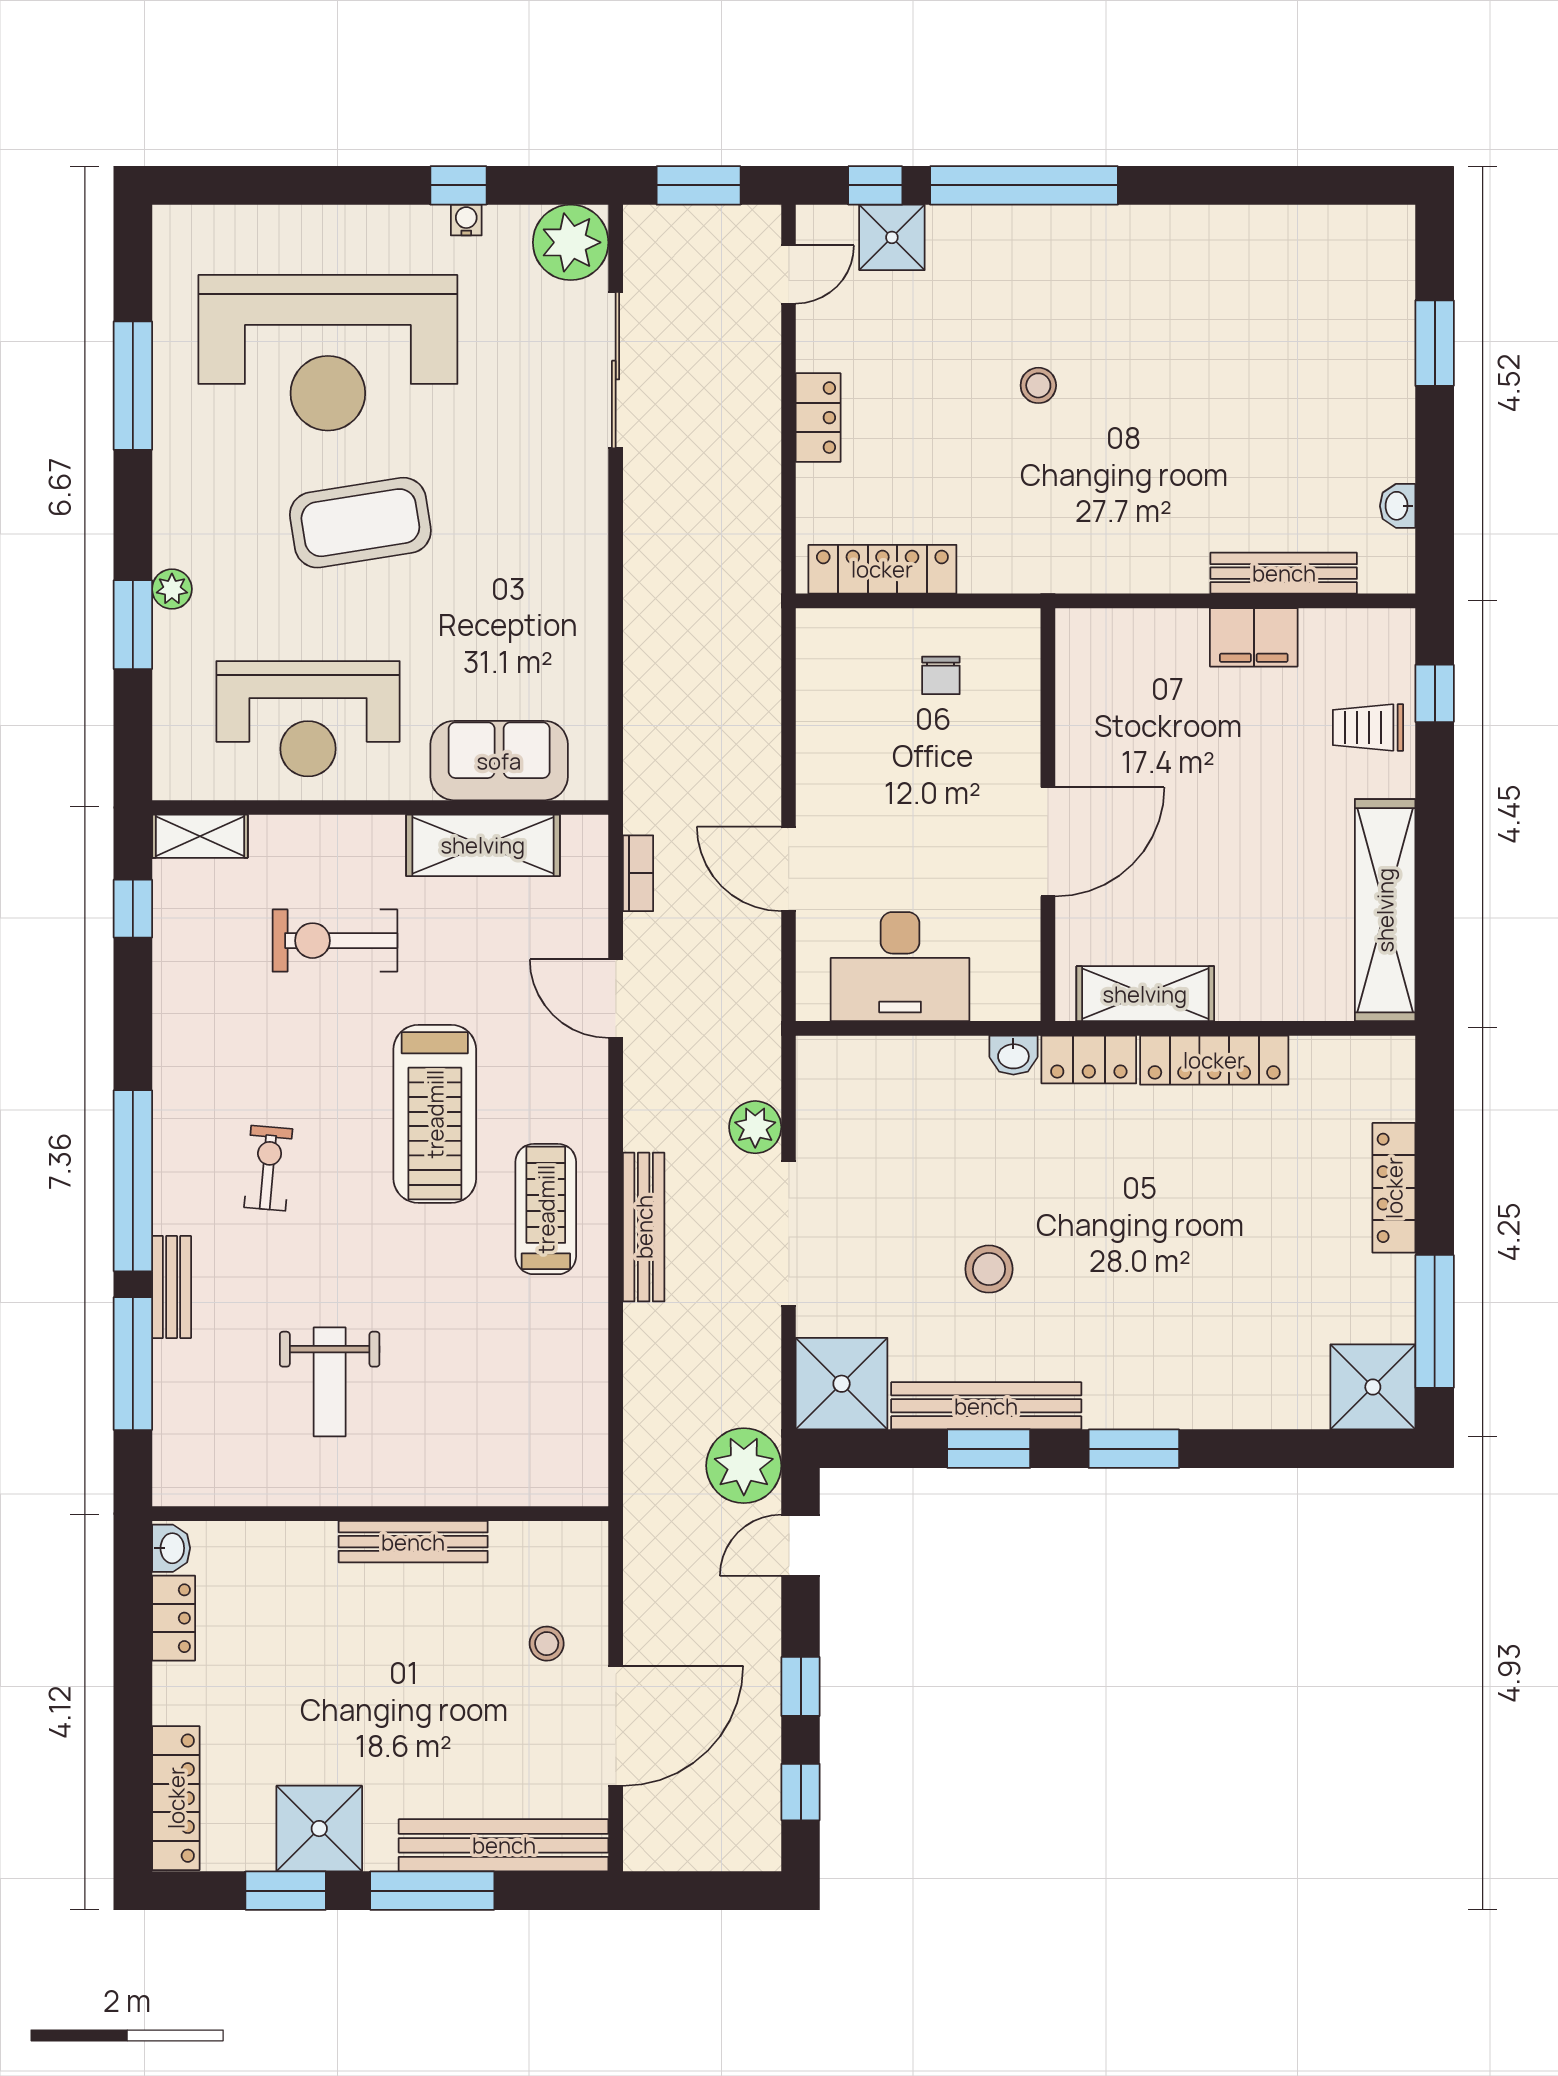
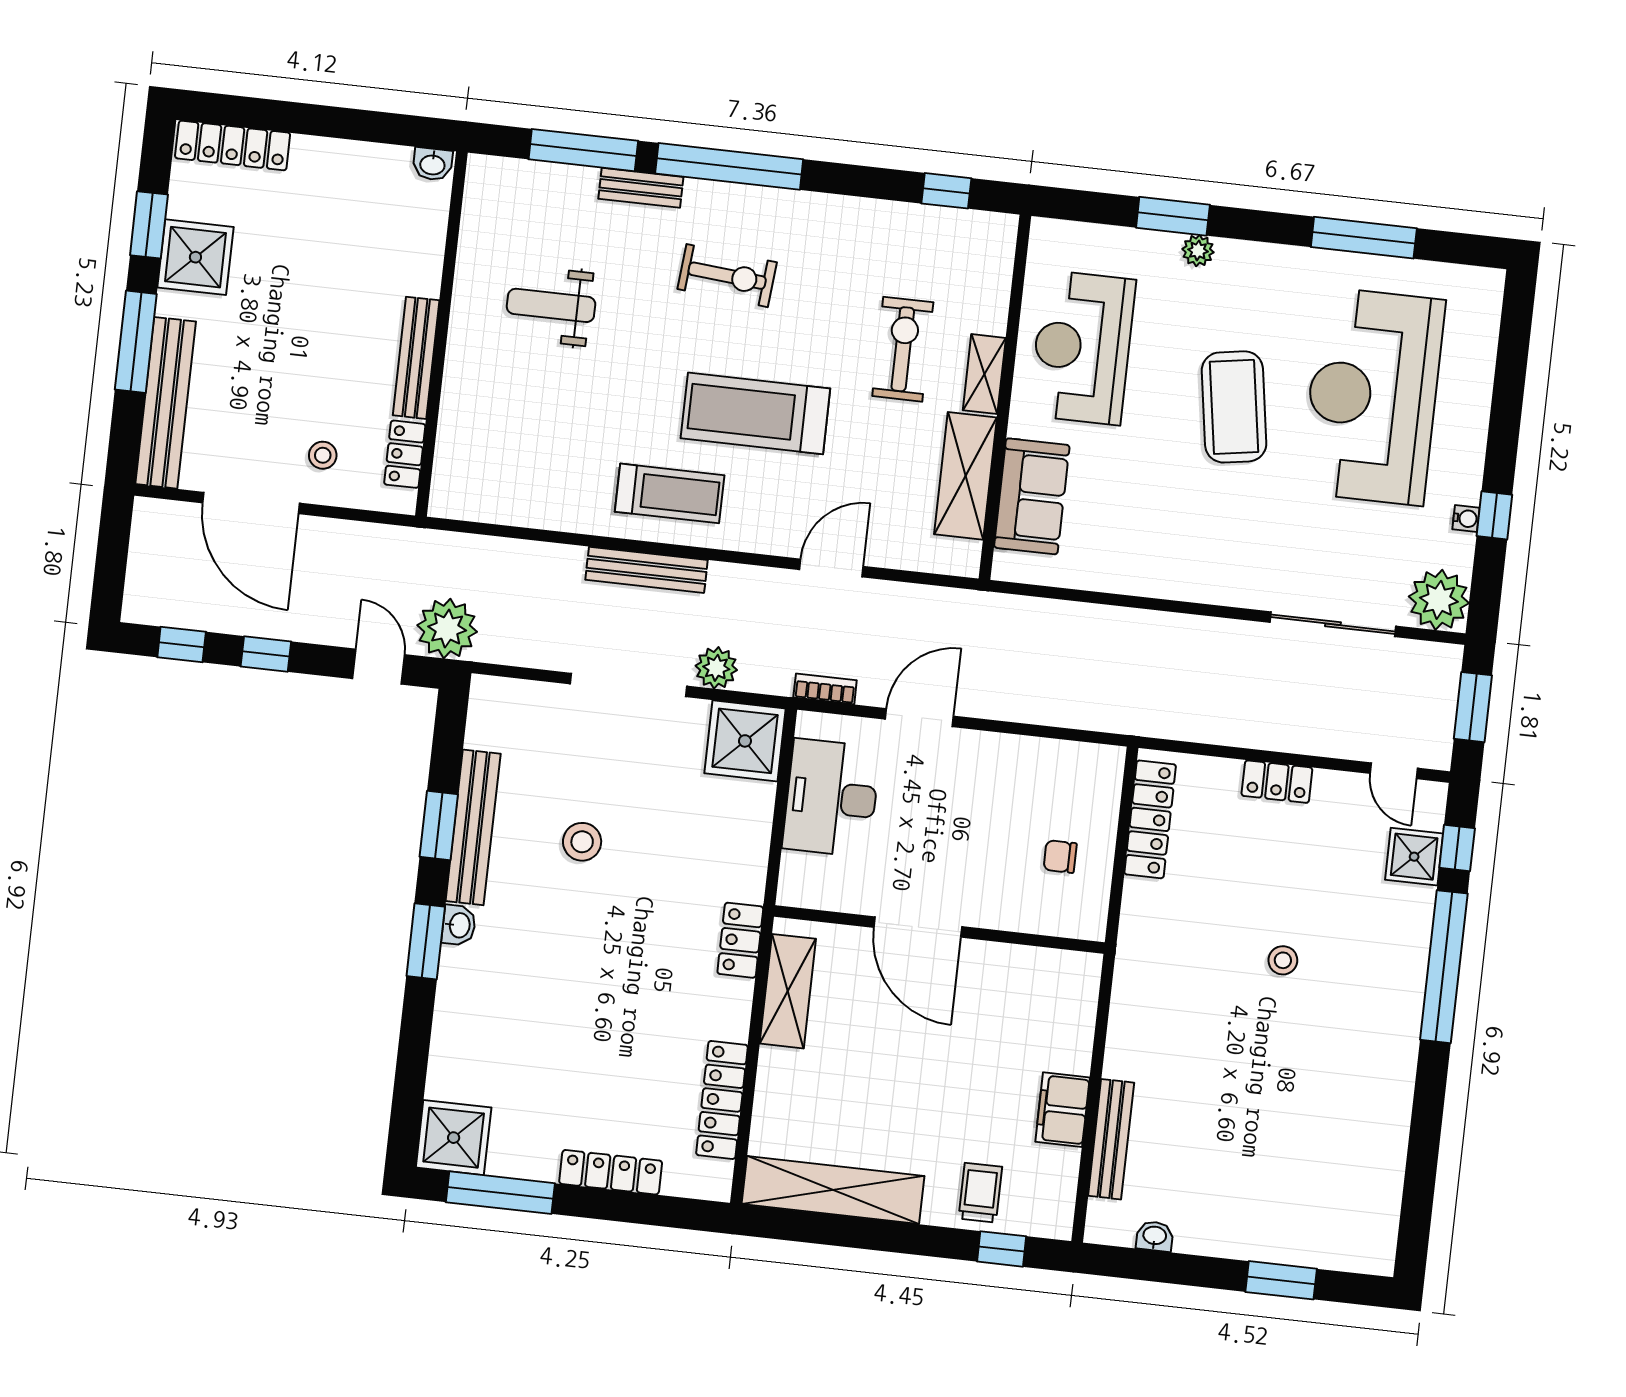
shelving: (200, 836) -> (984, 374), moved
bookcase: (638, 873) -> (825, 689), moved, turned 180
washbasin: (1013, 1055) -> (459, 925), moved, turned 180
locker: (1214, 1060) -> (722, 1100), moved
exercise bike: (268, 1168) -> (727, 276), width x1.38, depth x1.39
shower: (842, 1384) -> (745, 741), moved
locker: (174, 1618) -> (405, 454), moved, turned 90

